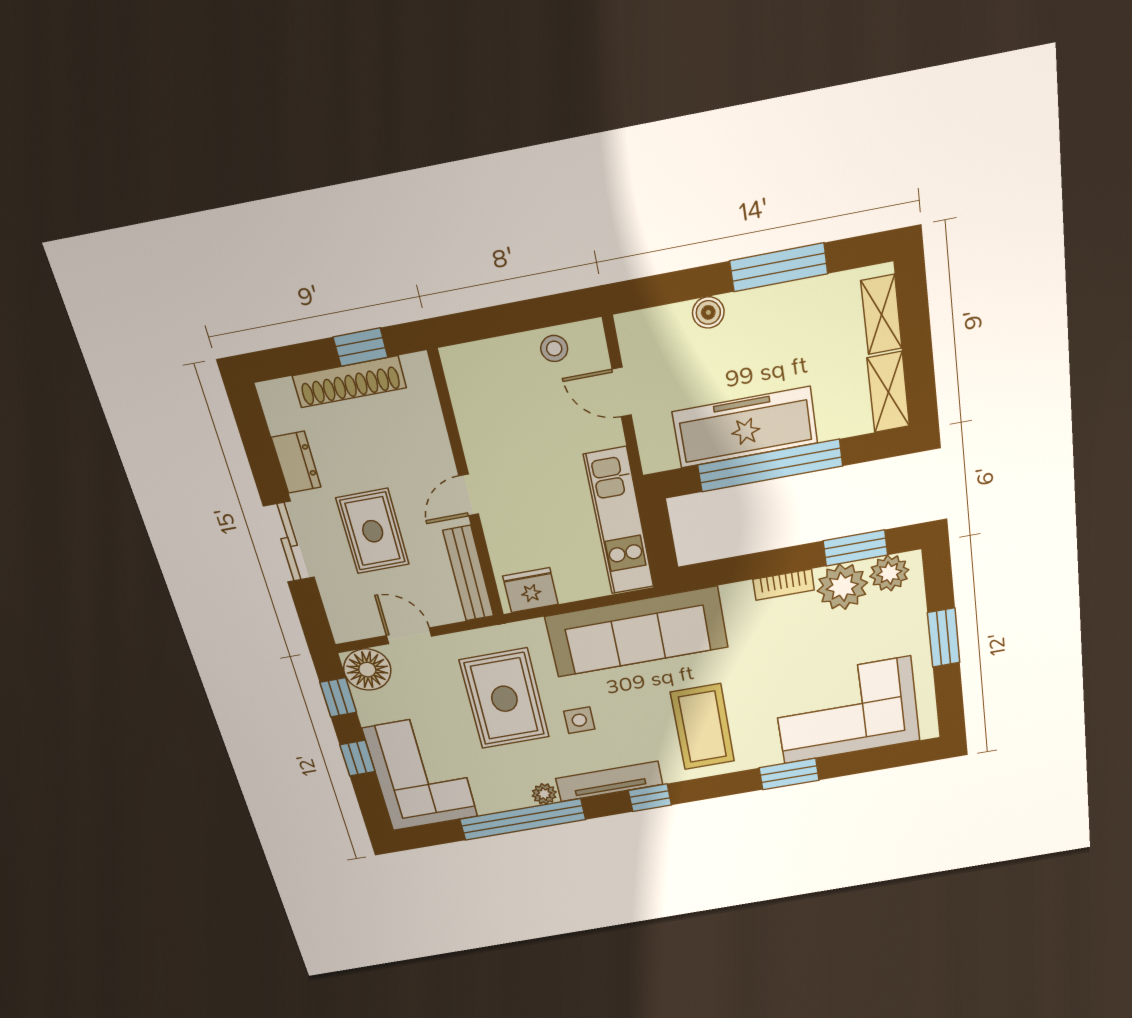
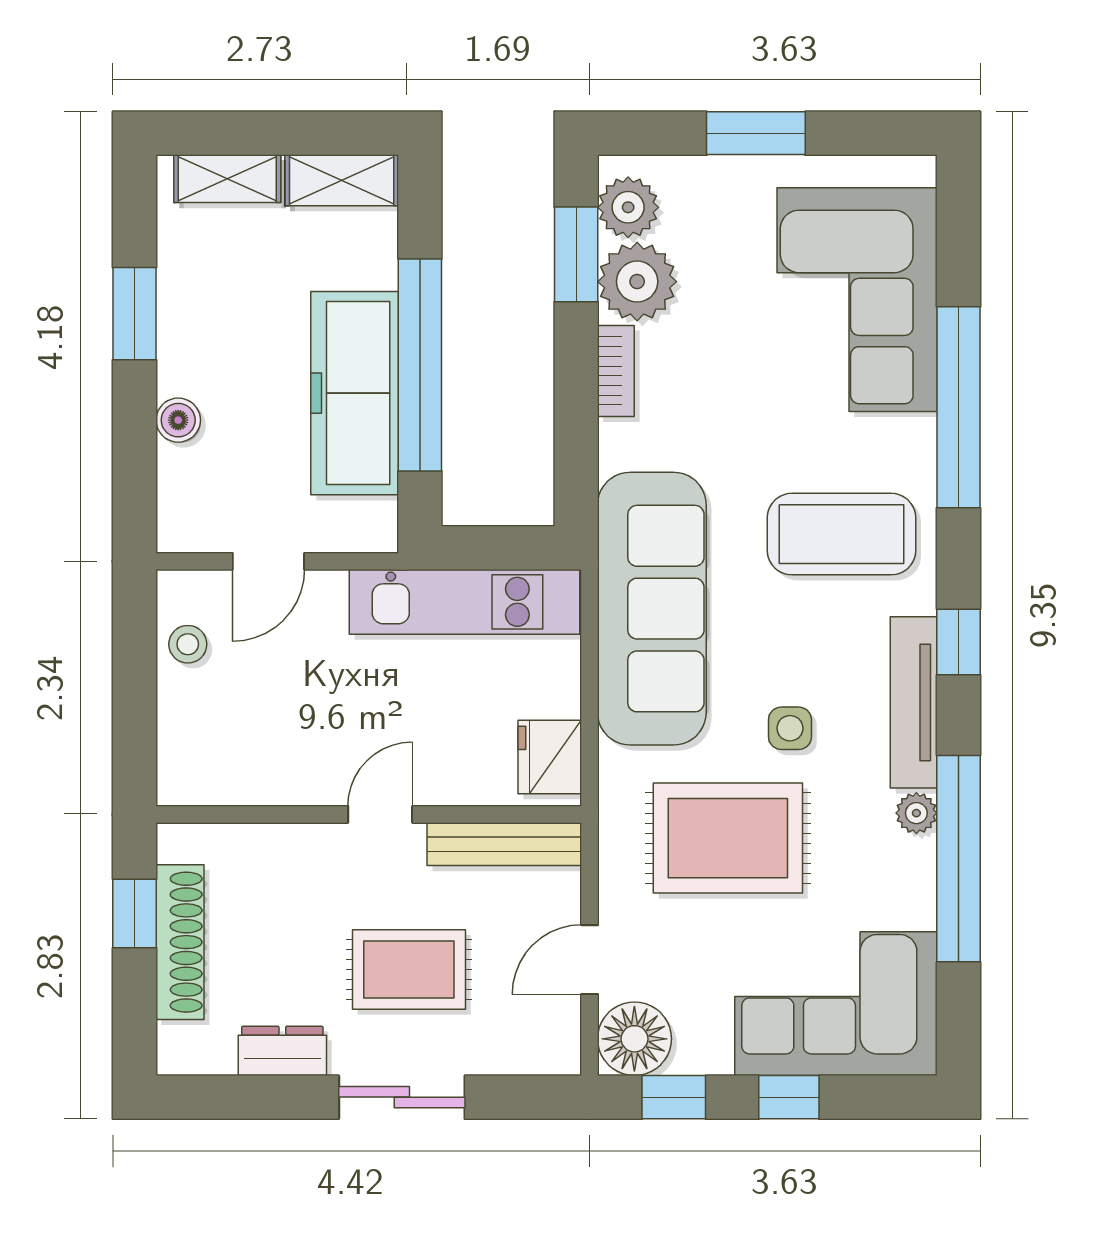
window: (779, 267) -> (134, 314), width x0.69
door: (469, 495) -> (380, 814), swing flipped
window: (789, 774) -> (958, 407), width x2.11

